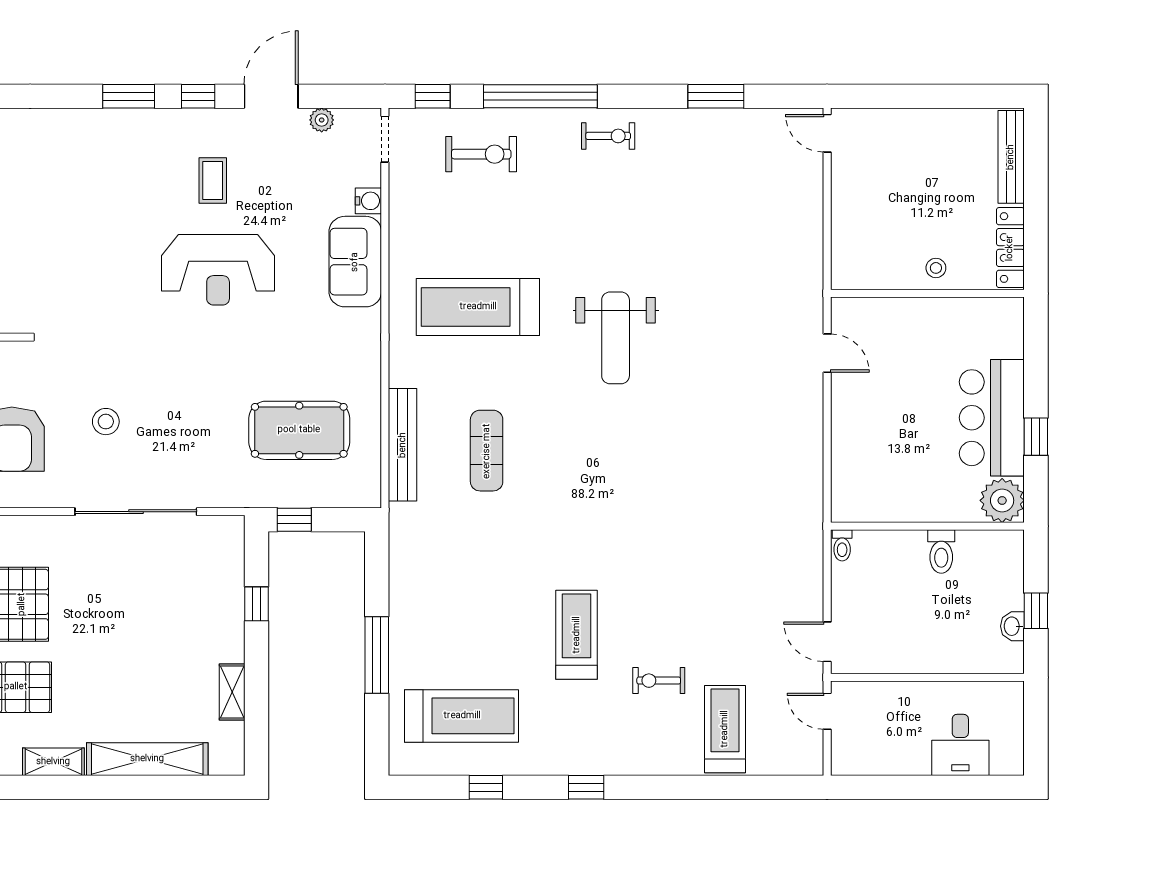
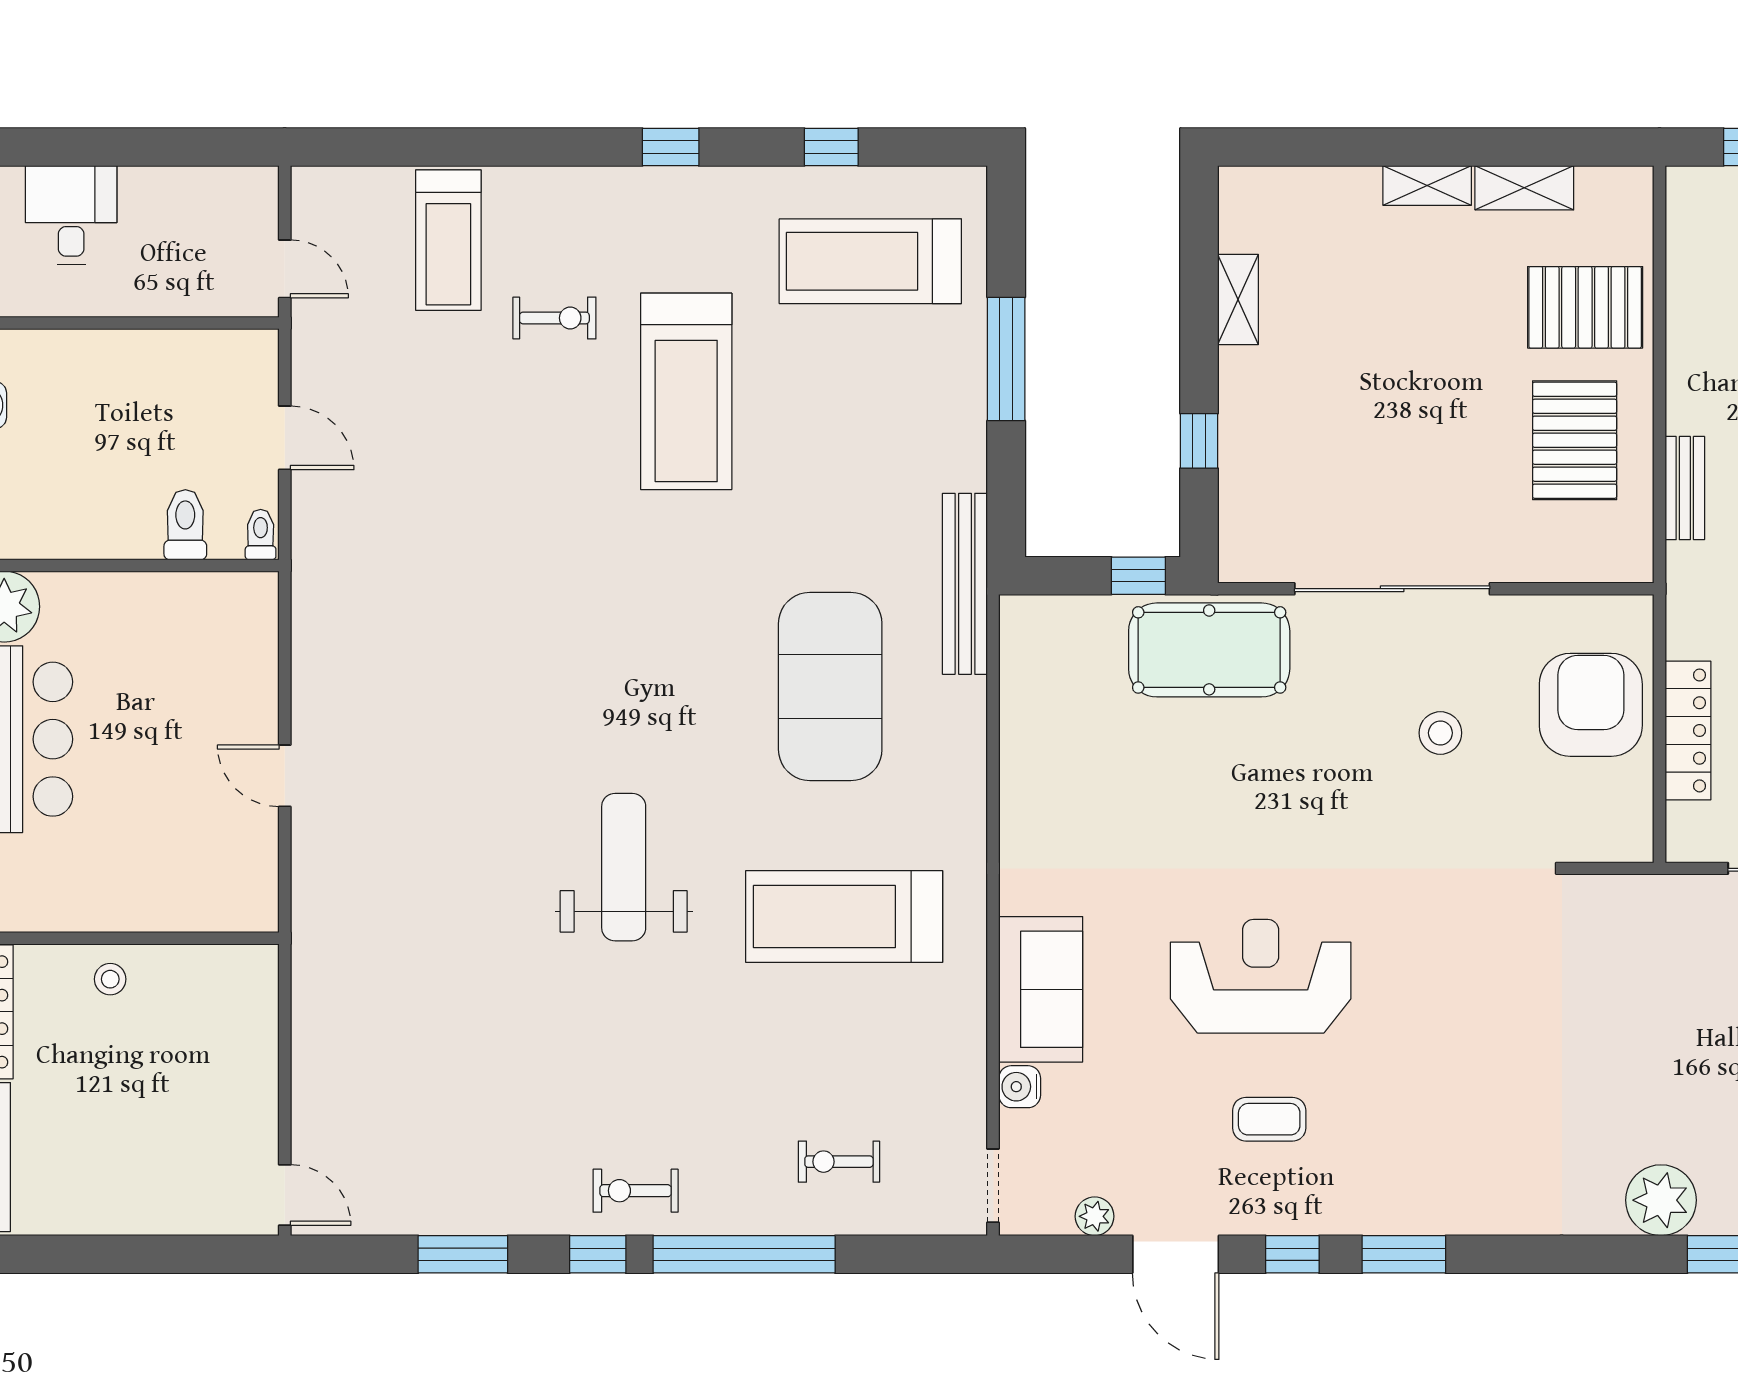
door: (271, 96) -> (1176, 1254), hinge flipped
window: (433, 96) -> (598, 1254), moved
exercise bike: (481, 154) -> (839, 1162), width x0.73, depth x0.72
coffee table: (213, 181) -> (1269, 1119), turned 90
treadmill: (478, 307) -> (844, 917), turned 180
door: (827, 353) -> (285, 776), moved
pool table: (299, 430) -> (1209, 650), moved
bench: (403, 445) -> (965, 584), moved
exercise mat: (487, 451) -> (830, 686), width x2.00, depth x1.45
toilet: (941, 552) -> (185, 525), moved
treadmill: (577, 635) -> (686, 391), width x1.37, depth x1.38
door: (827, 642) -> (285, 438), moved
shelving: (147, 759) -> (1427, 185), width x0.45, depth x0.75

